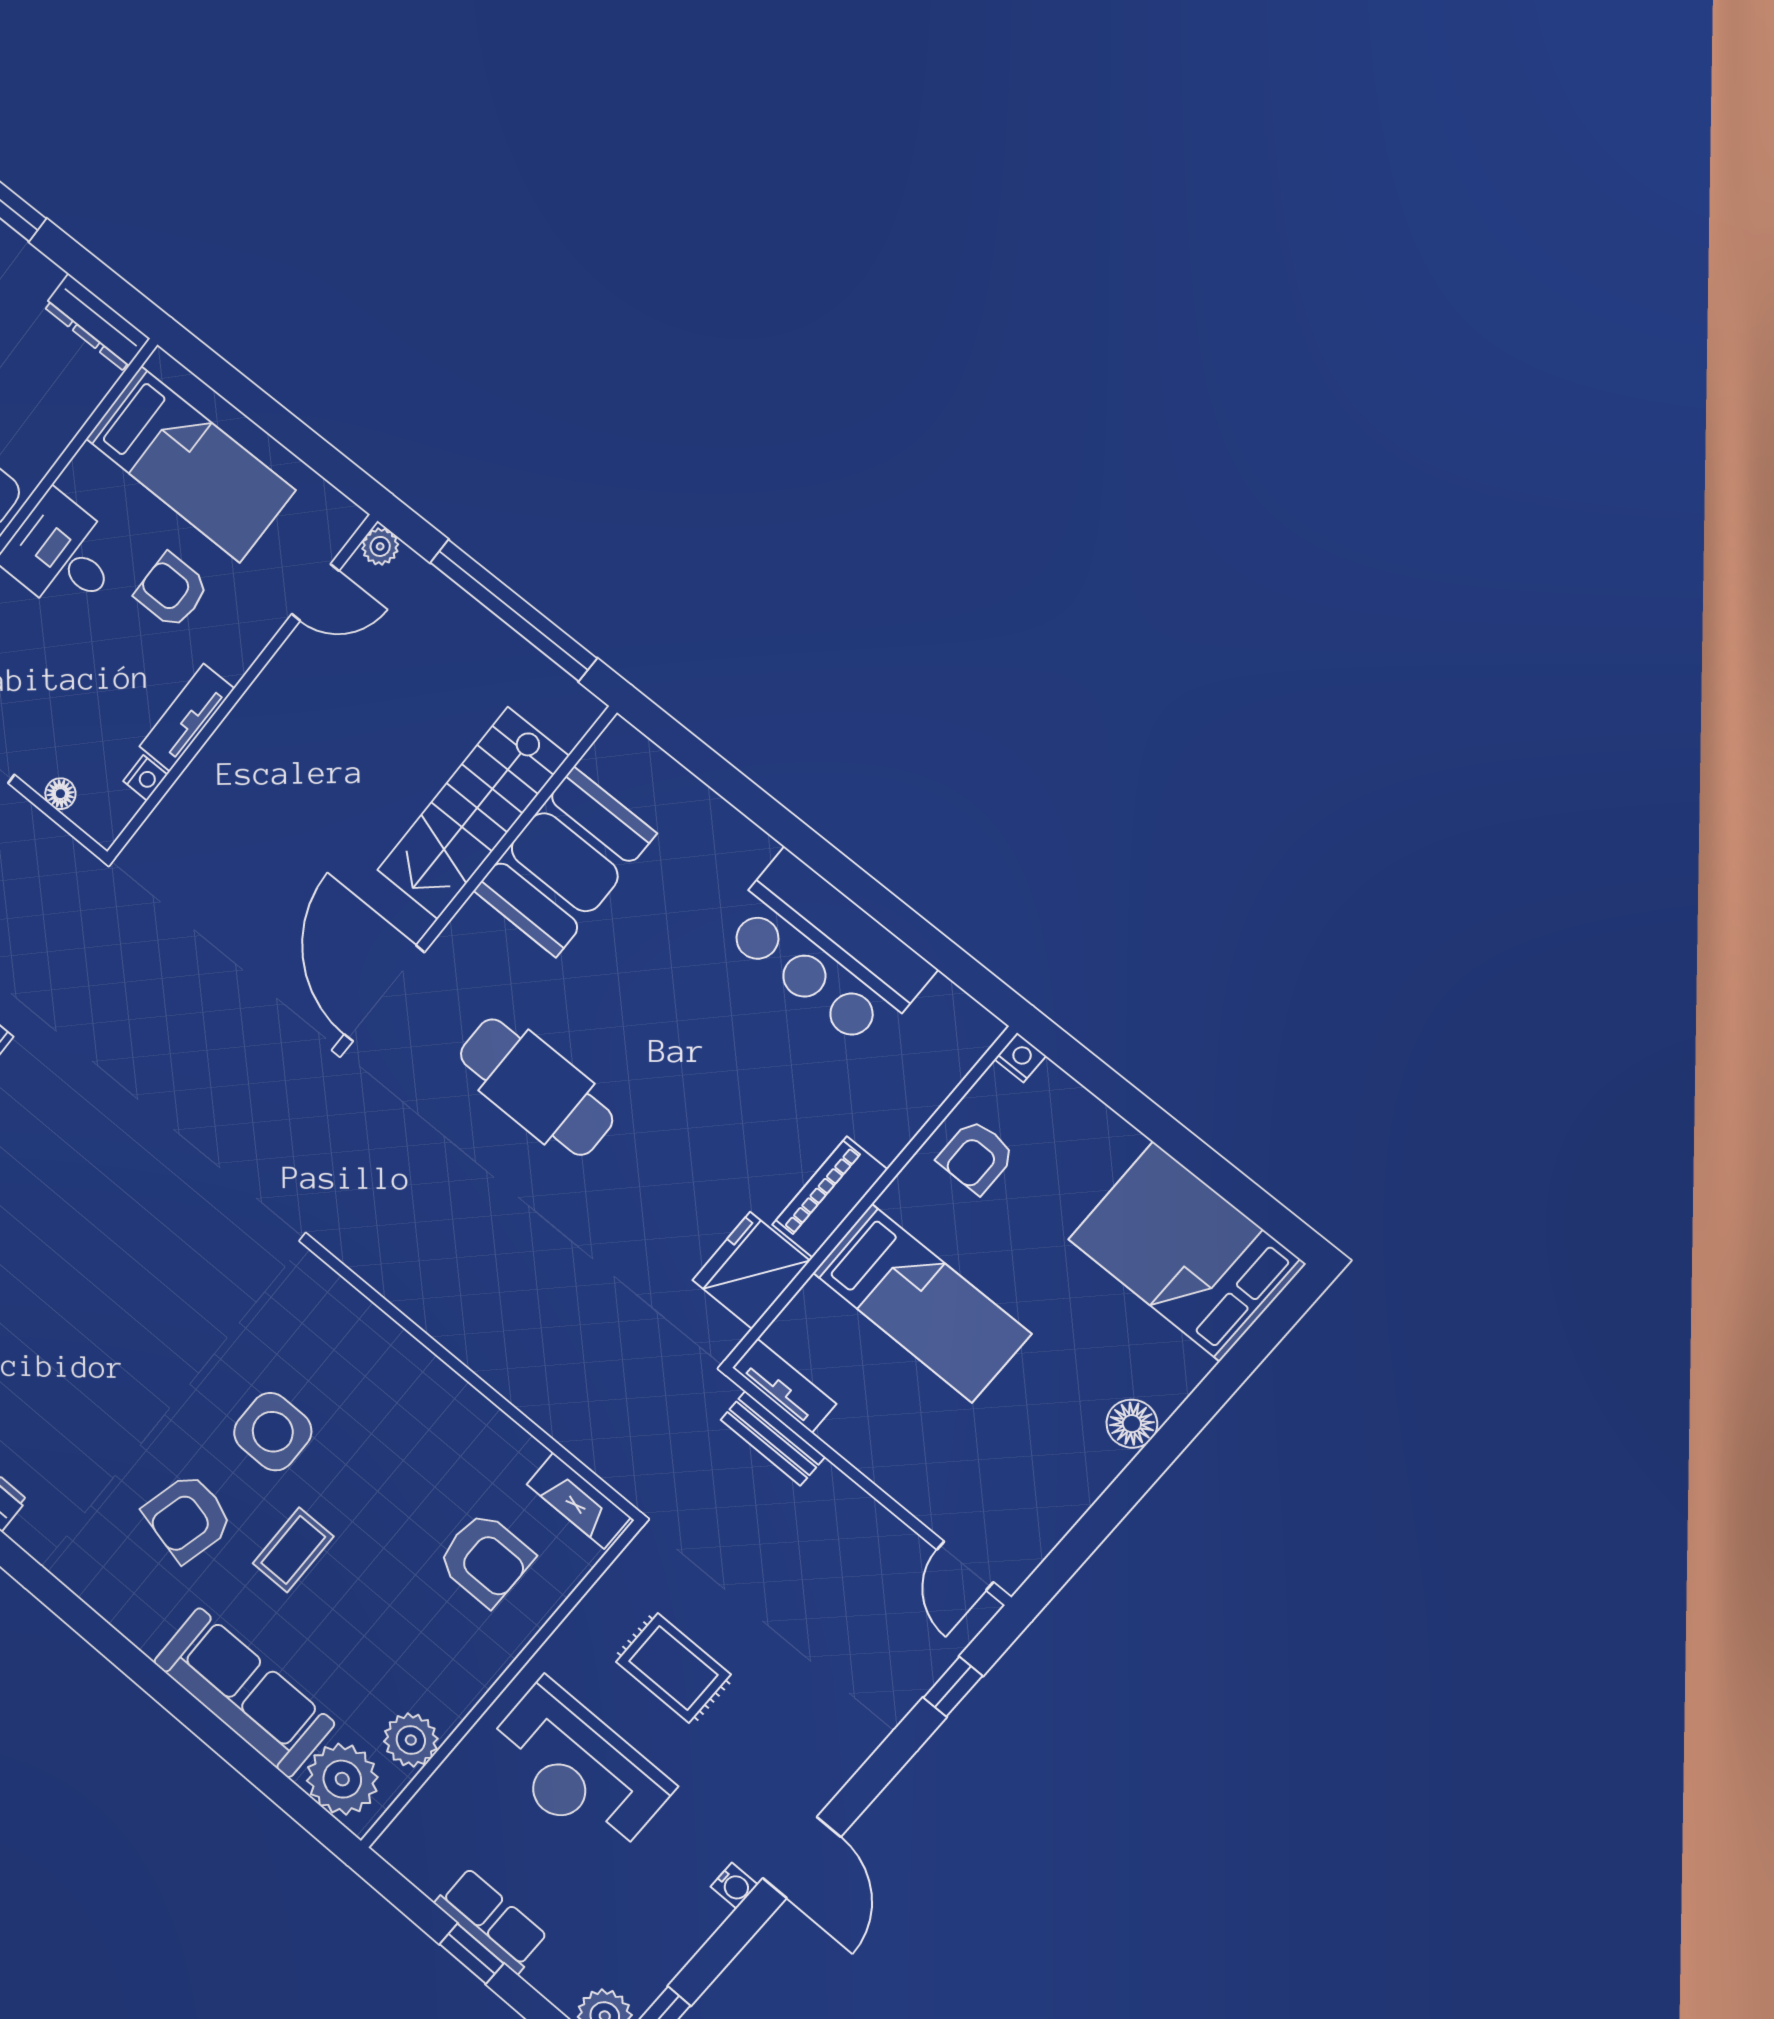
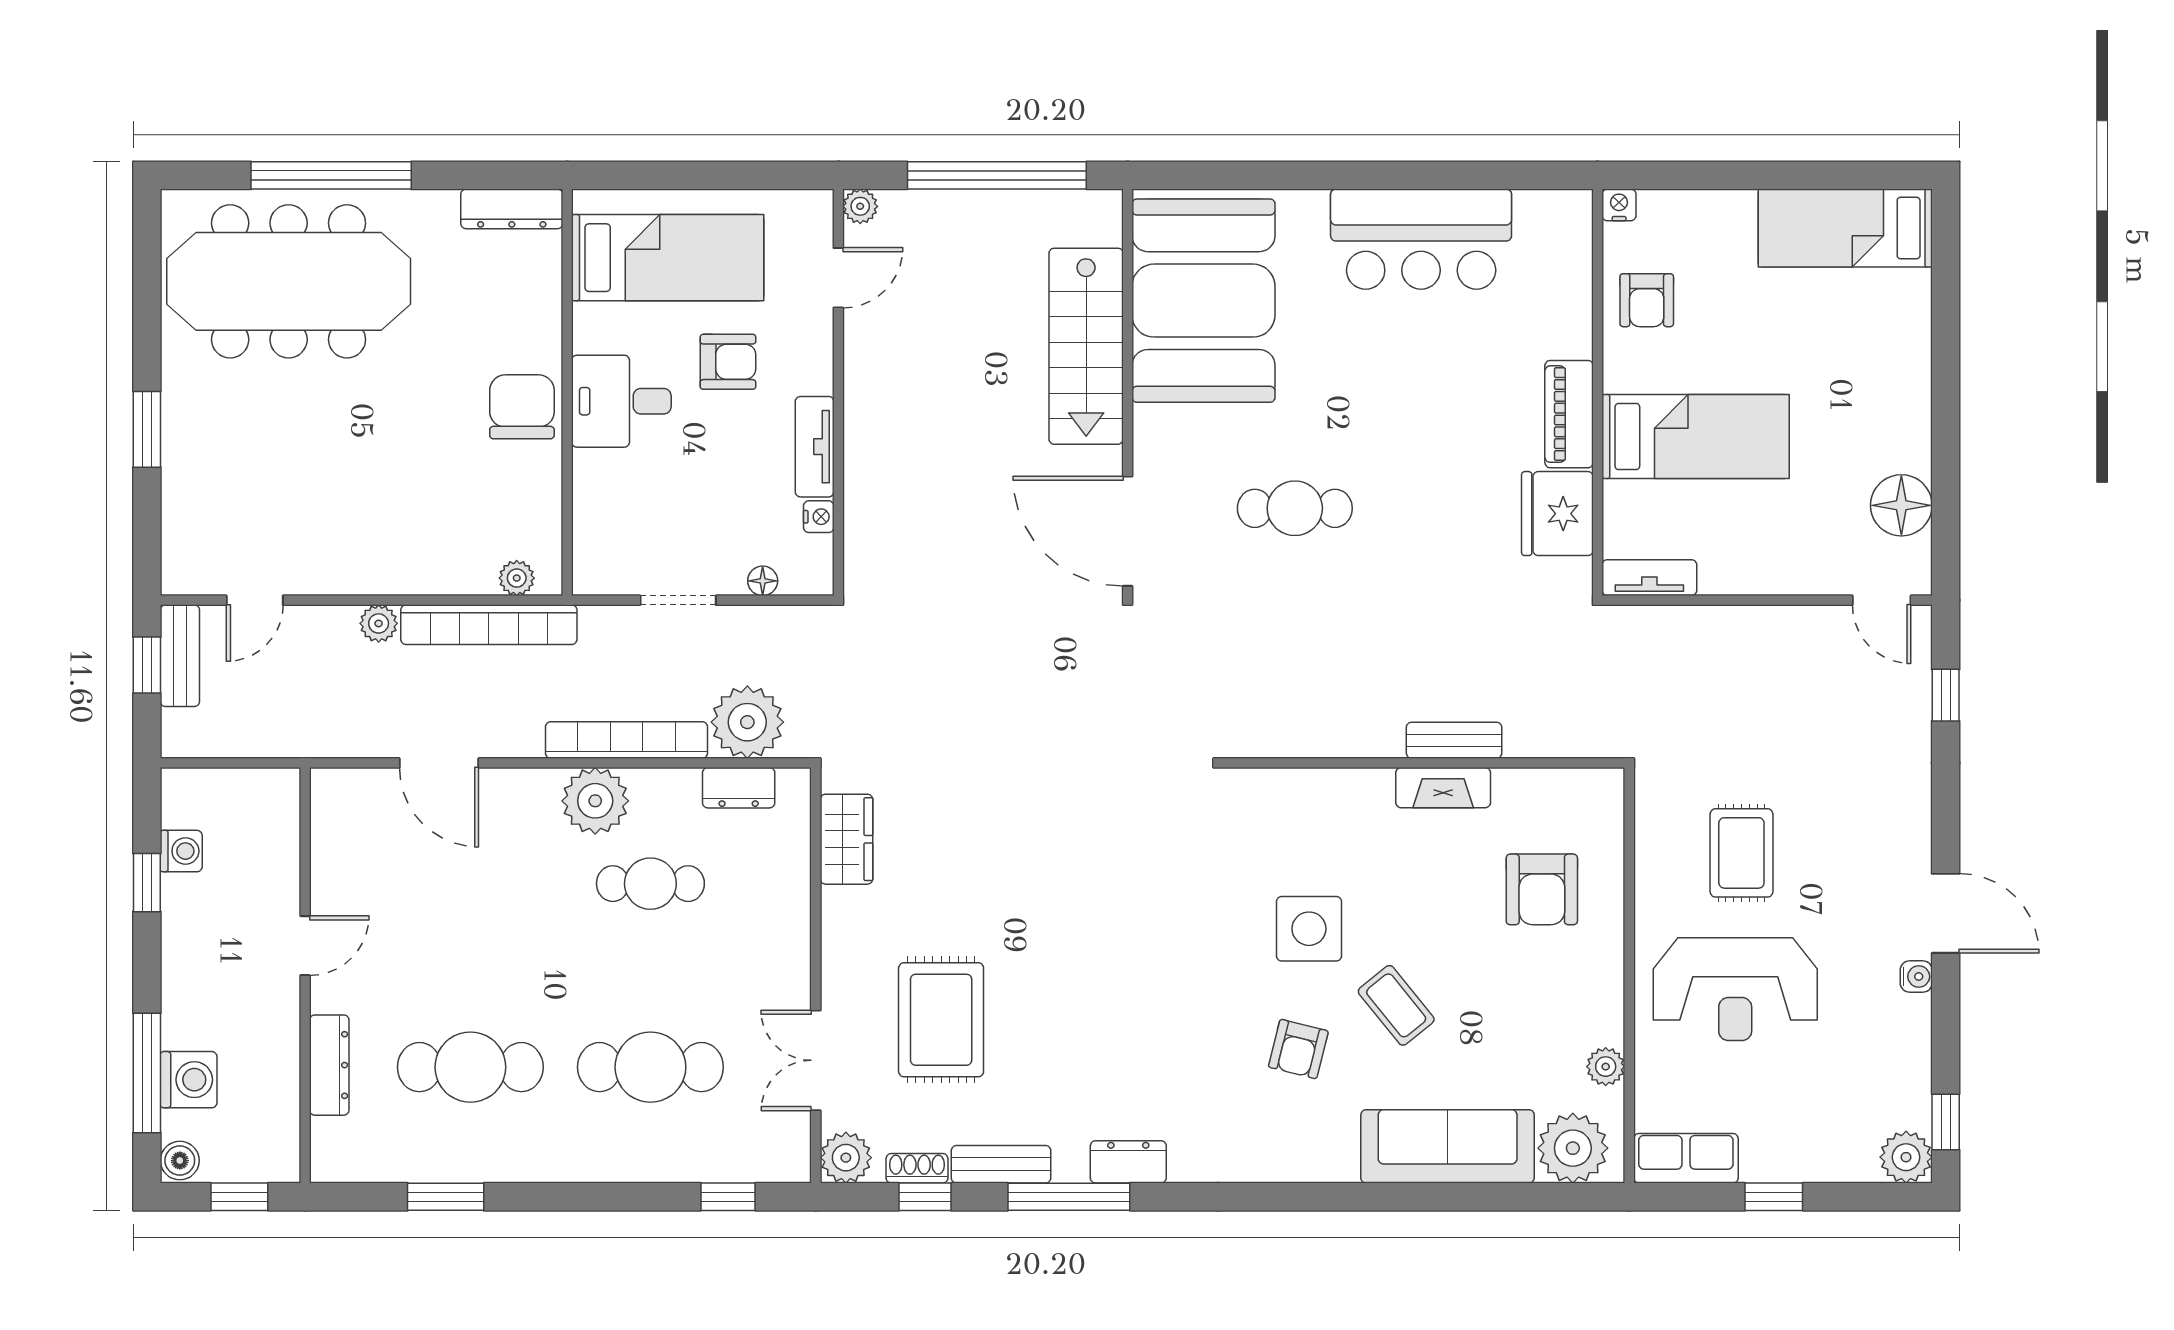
armchair: (172, 591) -> (728, 362), turned 180
booth: (565, 862) -> (1203, 301), width x1.36, depth x1.42
cafe table: (536, 1087) -> (1295, 508), width x0.73, depth x0.74
bed: (1186, 1252) -> (1845, 228), width x0.67
floor lamp: (1132, 1424) -> (1901, 505), moved, width x1.38, depth x1.38
bench: (773, 1438) -> (1454, 740), moved
fireplace: (579, 1501) -> (1443, 788), moved
armchair: (188, 1518) -> (1298, 1049), width x0.72, depth x0.72
coffee table: (293, 1550) -> (1396, 1005), turned -39
armchair: (485, 1559) -> (1542, 889), turned 90
rug: (673, 1668) -> (1741, 853), turned 90
plant: (411, 1740) -> (1606, 1067), width x0.73, depth x0.73
row of seats: (492, 1920) -> (1686, 1158), moved

